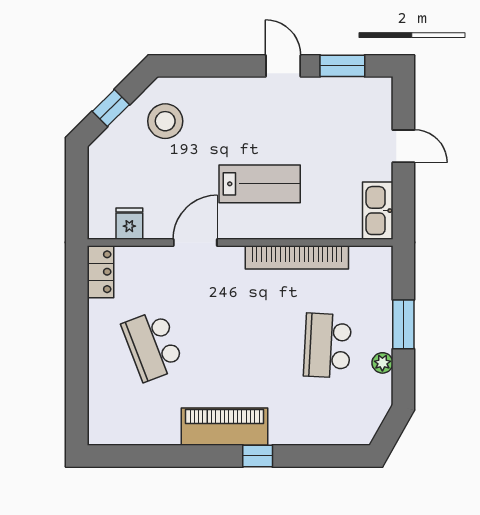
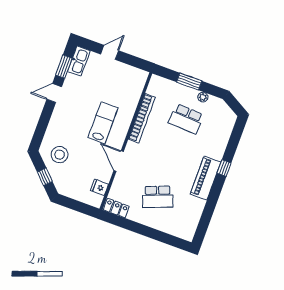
kitchen sink: (378, 211) -> (79, 61), moved, turned -90

